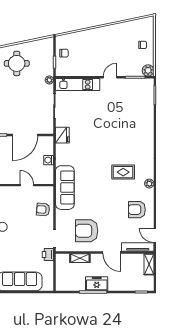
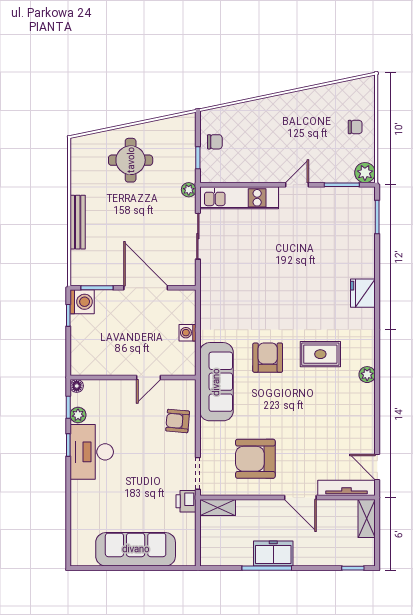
door: (25, 135) -> (146, 288), swing flipped
fridge: (62, 135) -> (363, 293), moved, turned 180
door: (27, 185) -> (149, 377), swing flipped
armchair: (137, 210) -> (268, 358), moved, turned 90
shelving: (80, 258) -> (218, 508), moved

